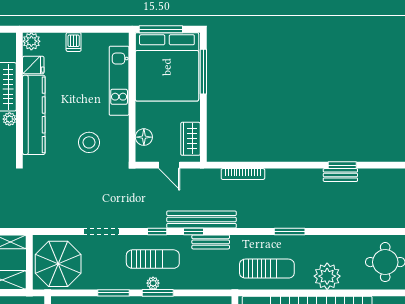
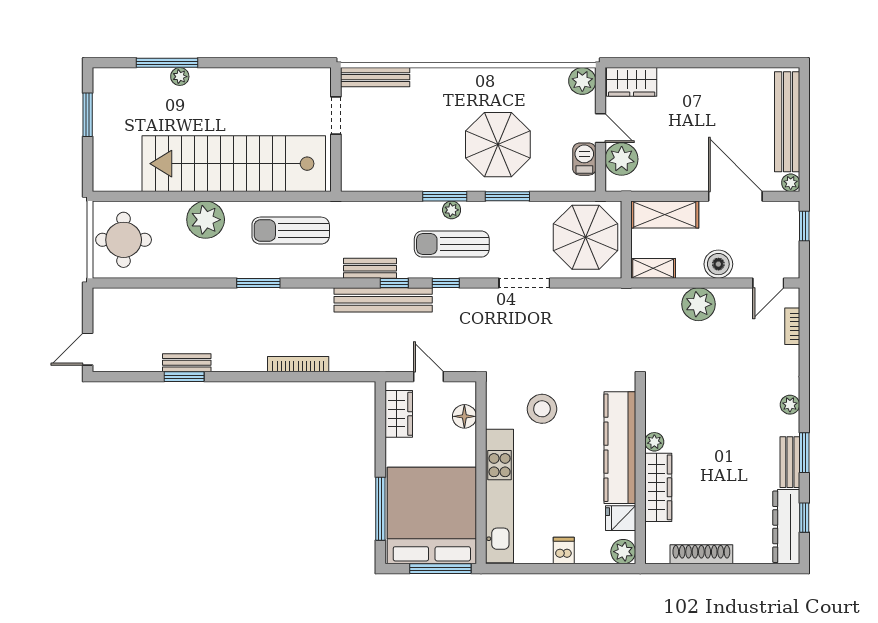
kitchen unit: (119, 81) -> (500, 496), width x1.36
bookcase: (243, 174) -> (298, 364), moved

